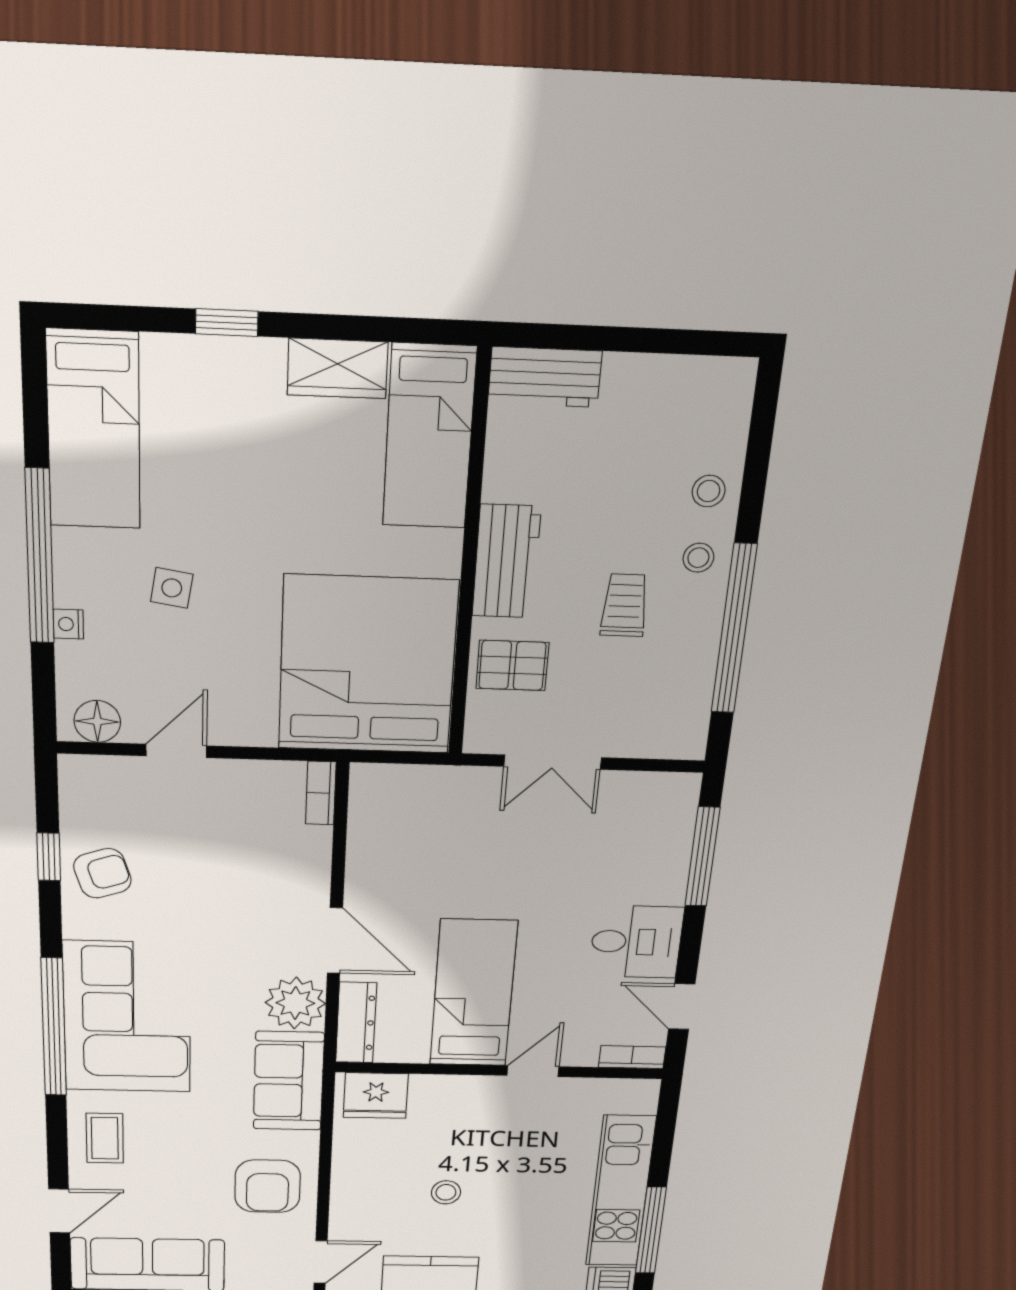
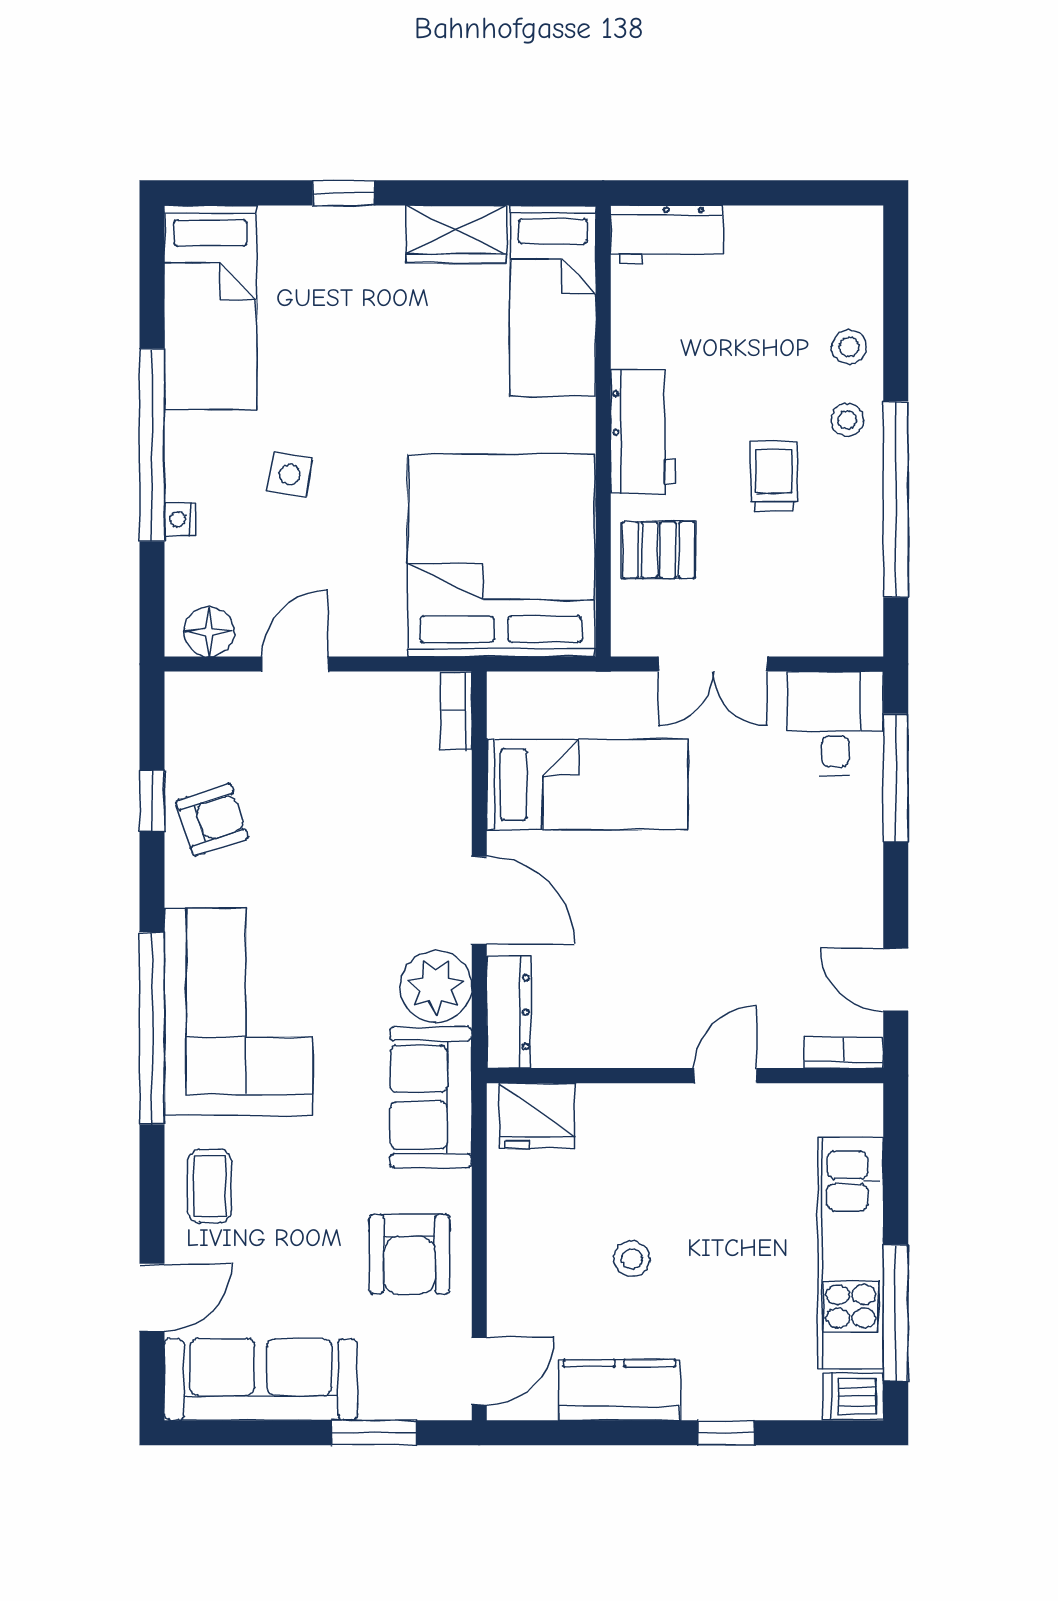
desk: (636, 942) -> (835, 723), moved, turned -90
bed: (473, 993) -> (587, 784), moved, turned 90

